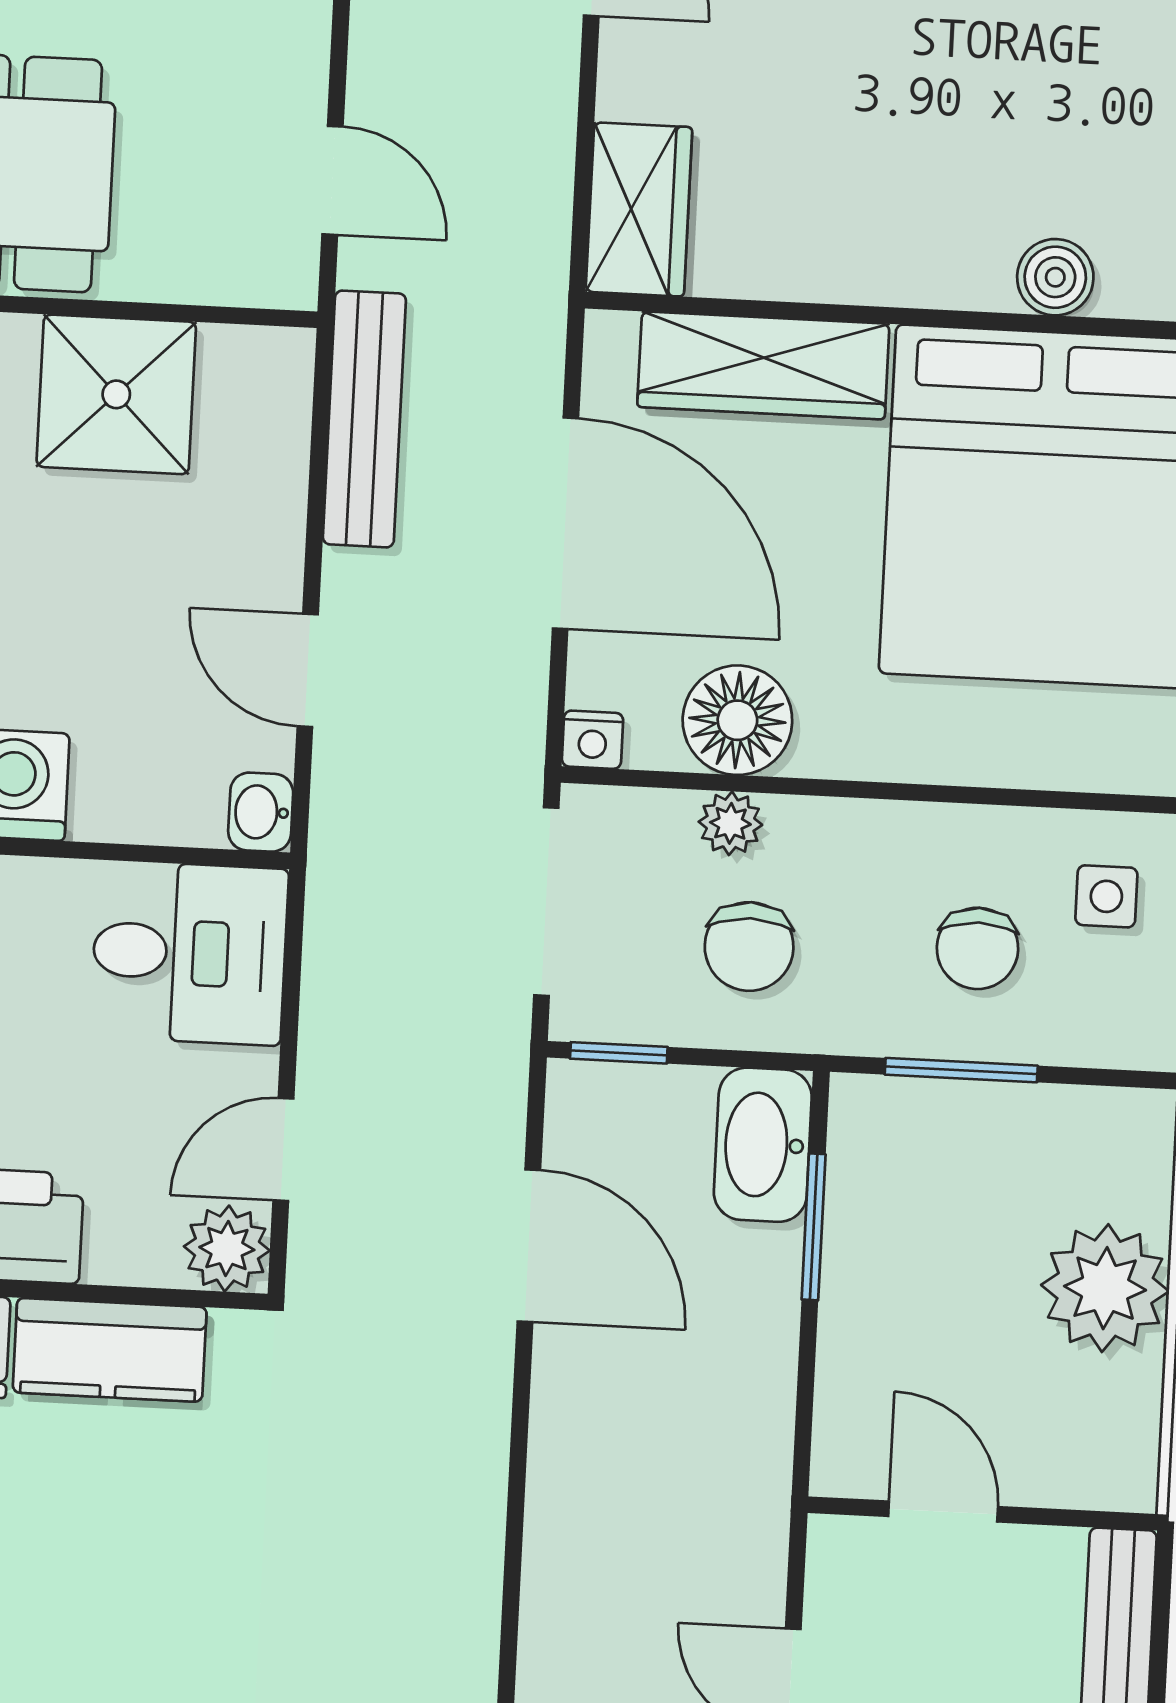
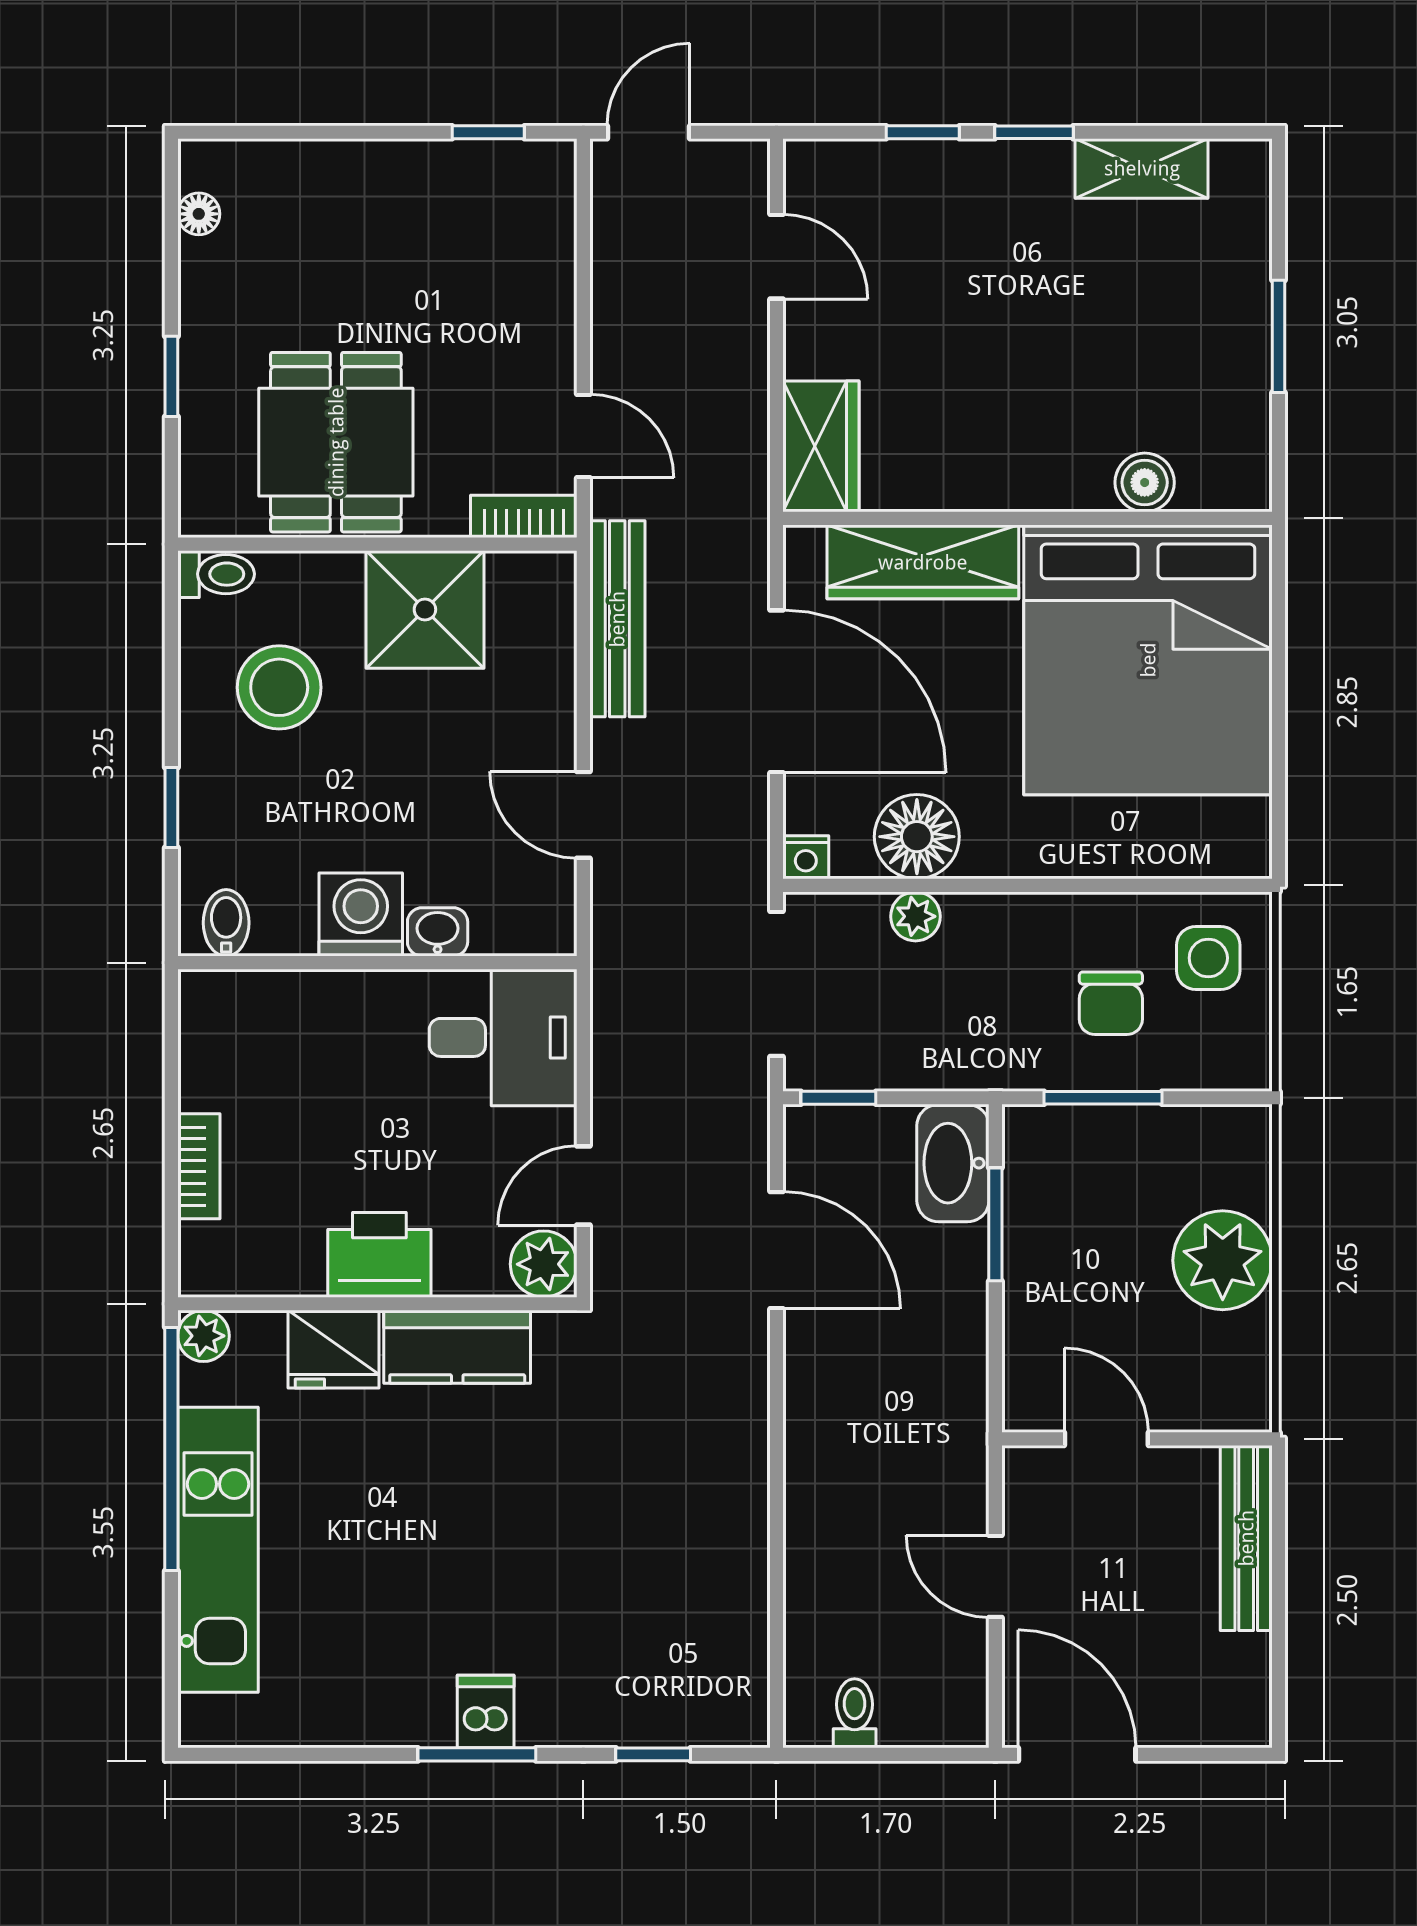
bookcase: (250, 281) -> (524, 516), added
washbasin: (261, 812) -> (438, 932), moved, turned 90
side table: (1106, 896) -> (1208, 958), width x1.37, depth x1.37
chair: (749, 947) -> (935, 1011), removed

